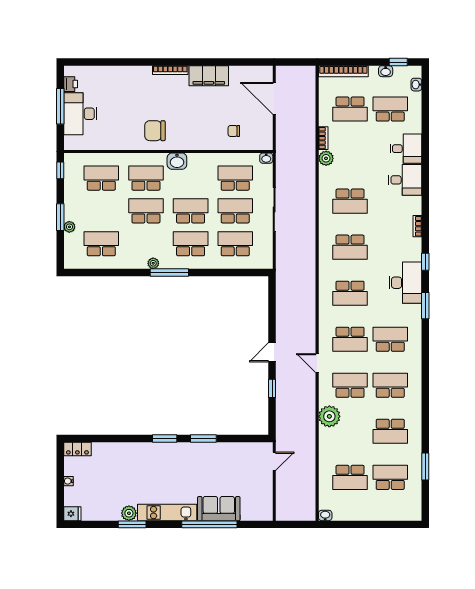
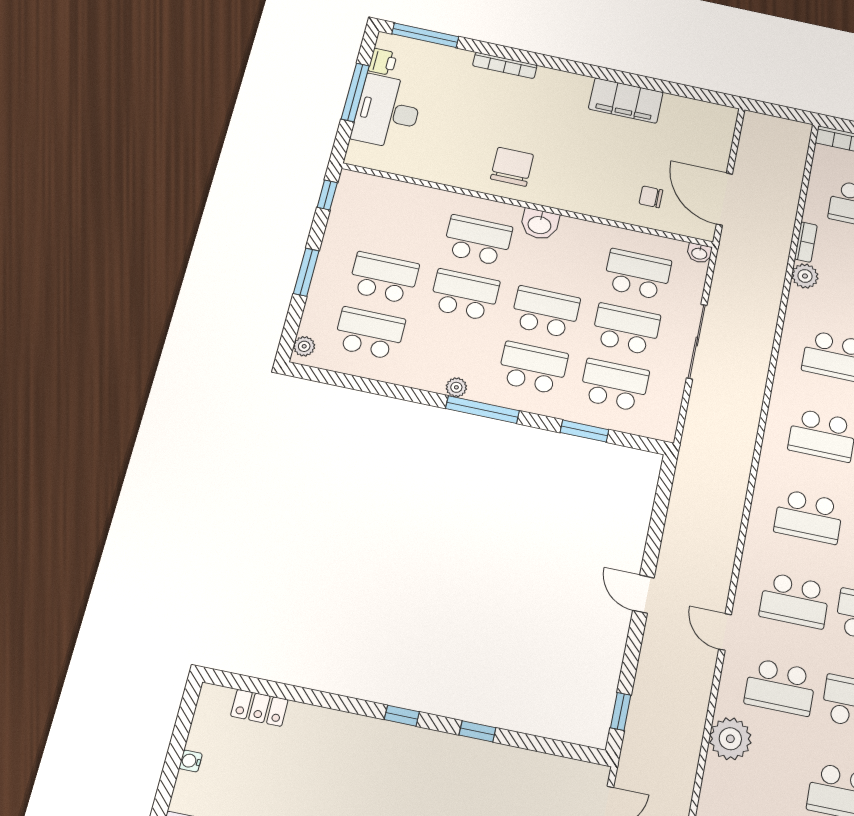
window: (90, 62) -> (425, 35), added
bookcase: (170, 70) -> (505, 65), moved
door: (274, 98) -> (724, 199), moved
chair: (155, 131) -> (512, 167), turned 90
school desk: (101, 178) -> (384, 278), moved
plant: (69, 227) -> (304, 346), moved
window: (225, 272) -> (584, 431), added
door: (272, 352) -> (644, 594), hinge flipped
school desk: (350, 385) -> (780, 687), turned 180
window: (272, 388) -> (621, 711), moved
window: (165, 439) -> (402, 716), width x0.67
window: (203, 439) -> (477, 731), width x0.67
locker: (77, 449) -> (259, 708), moved

